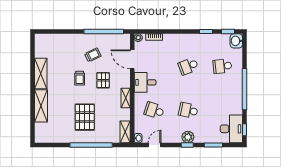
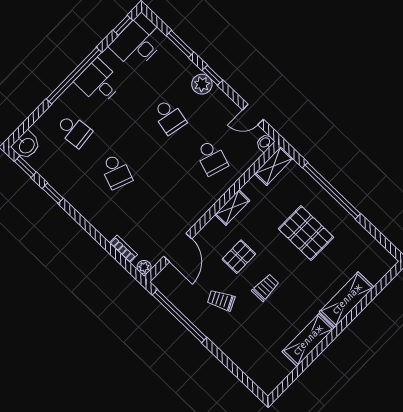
school desk: (188, 66) -> (116, 172), turned 42
desk: (145, 82) -> (99, 82), moved, turned 180
pallet: (85, 117) -> (306, 233), turned 90

